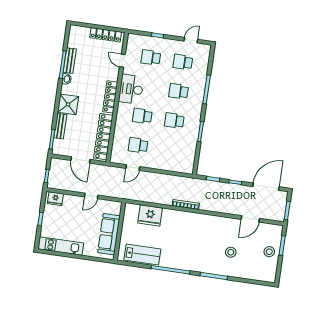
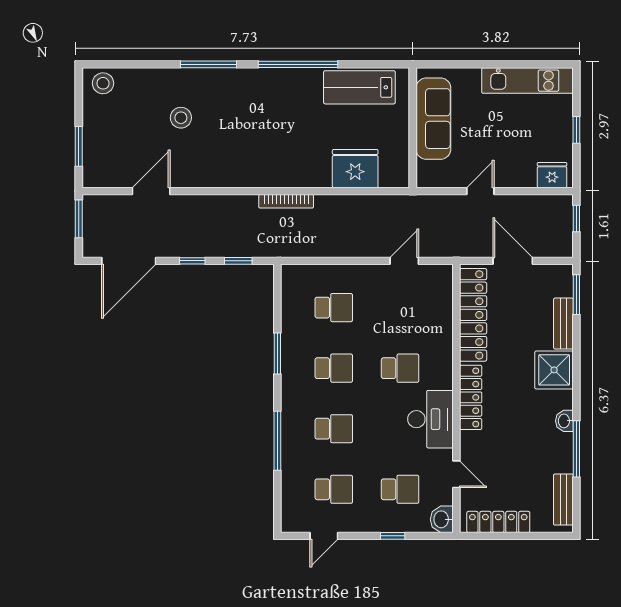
washbasin: (133, 40) -> (442, 519), added
bench: (70, 61) -> (563, 500), moved
school desk: (138, 145) -> (334, 308), moved
stool: (269, 252) -> (103, 83), moved

